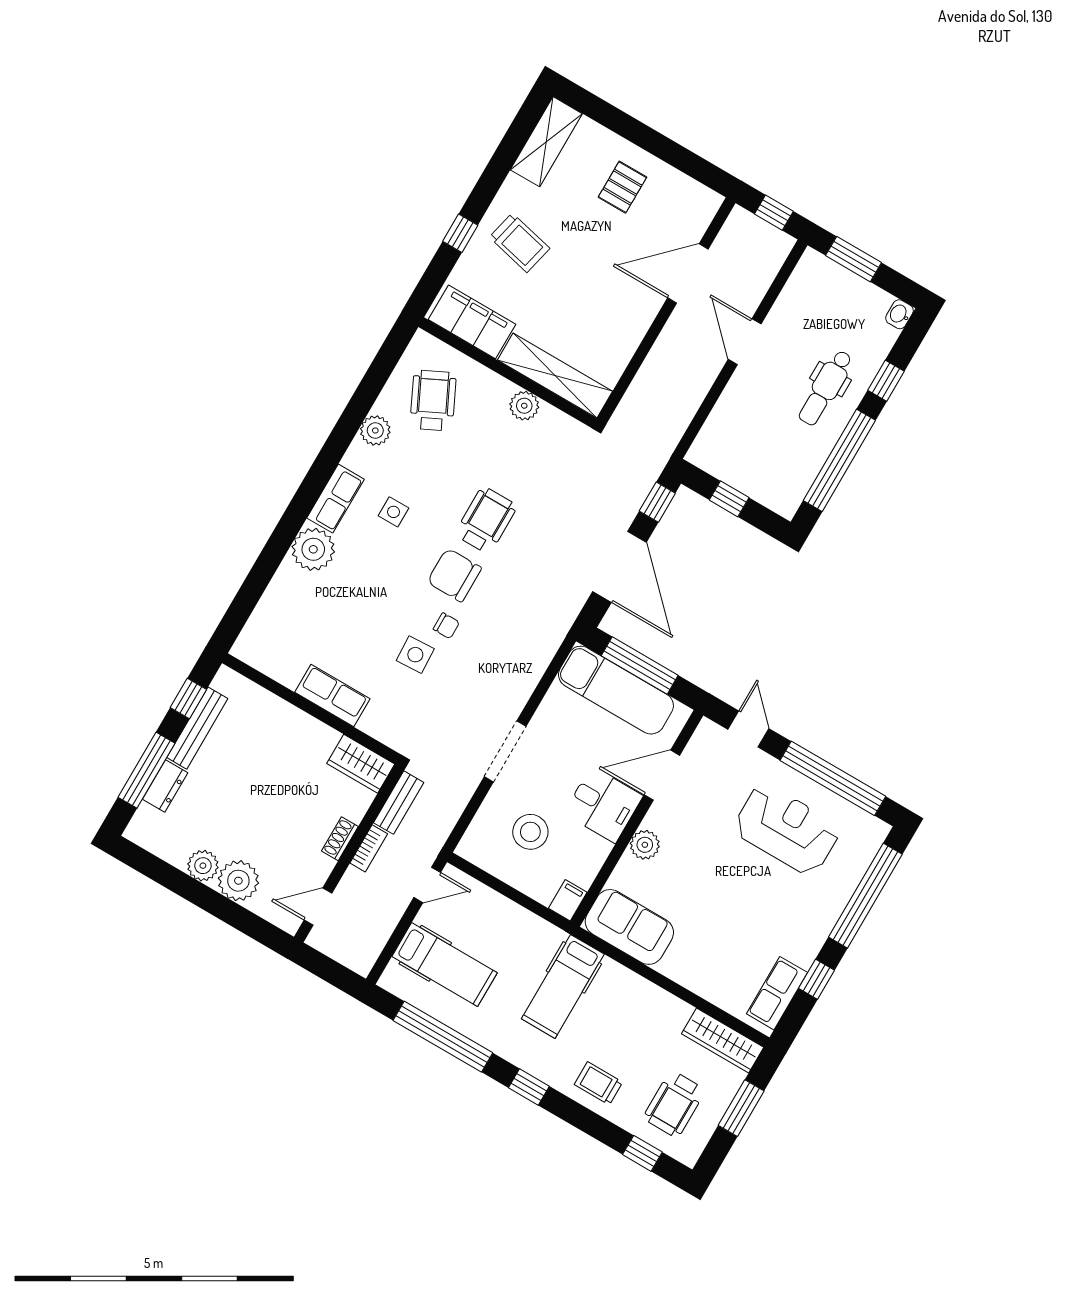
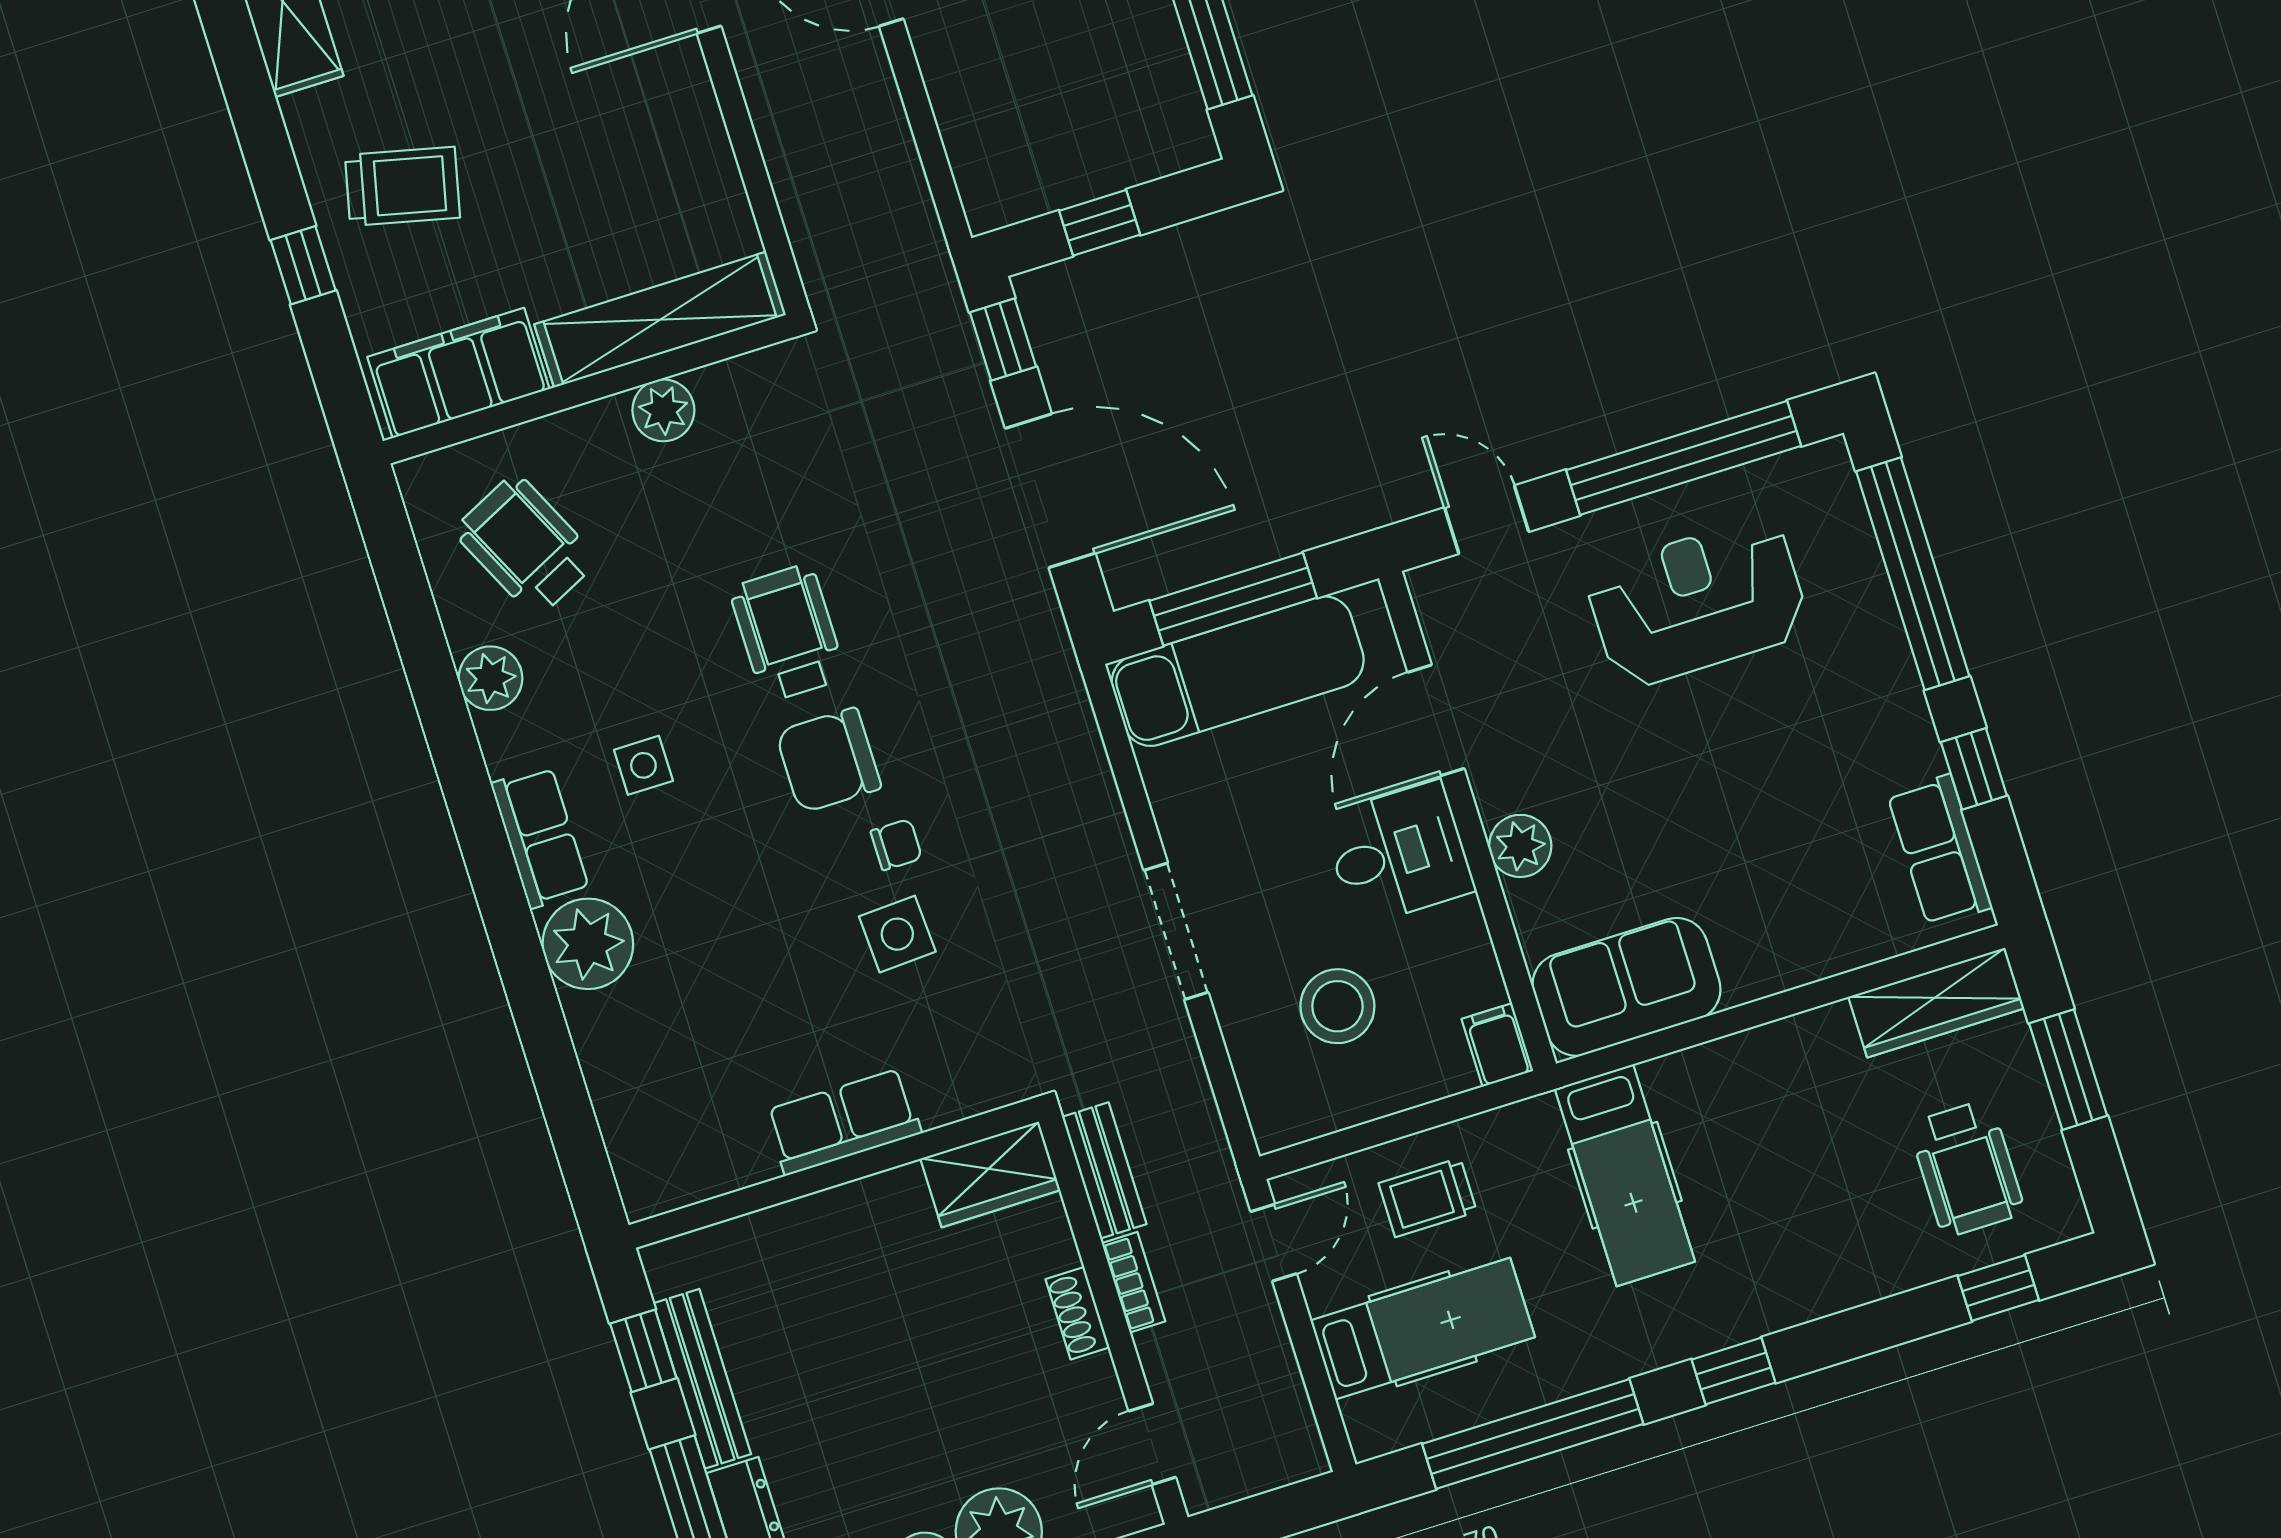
trolley: (598, 1083) -> (1428, 1197), moved

